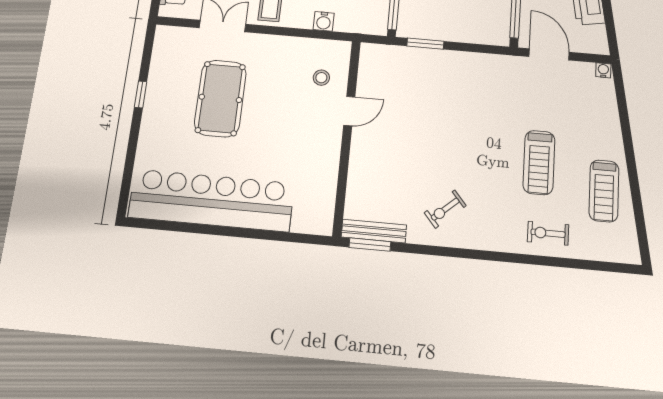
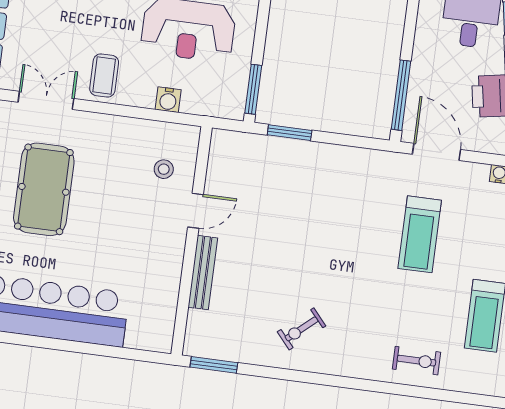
treadmill: (539, 162) -> (420, 234), moved
bench: (374, 231) -> (203, 273), moved, turned 90
exercise bike: (548, 233) -> (416, 361), turned 180

